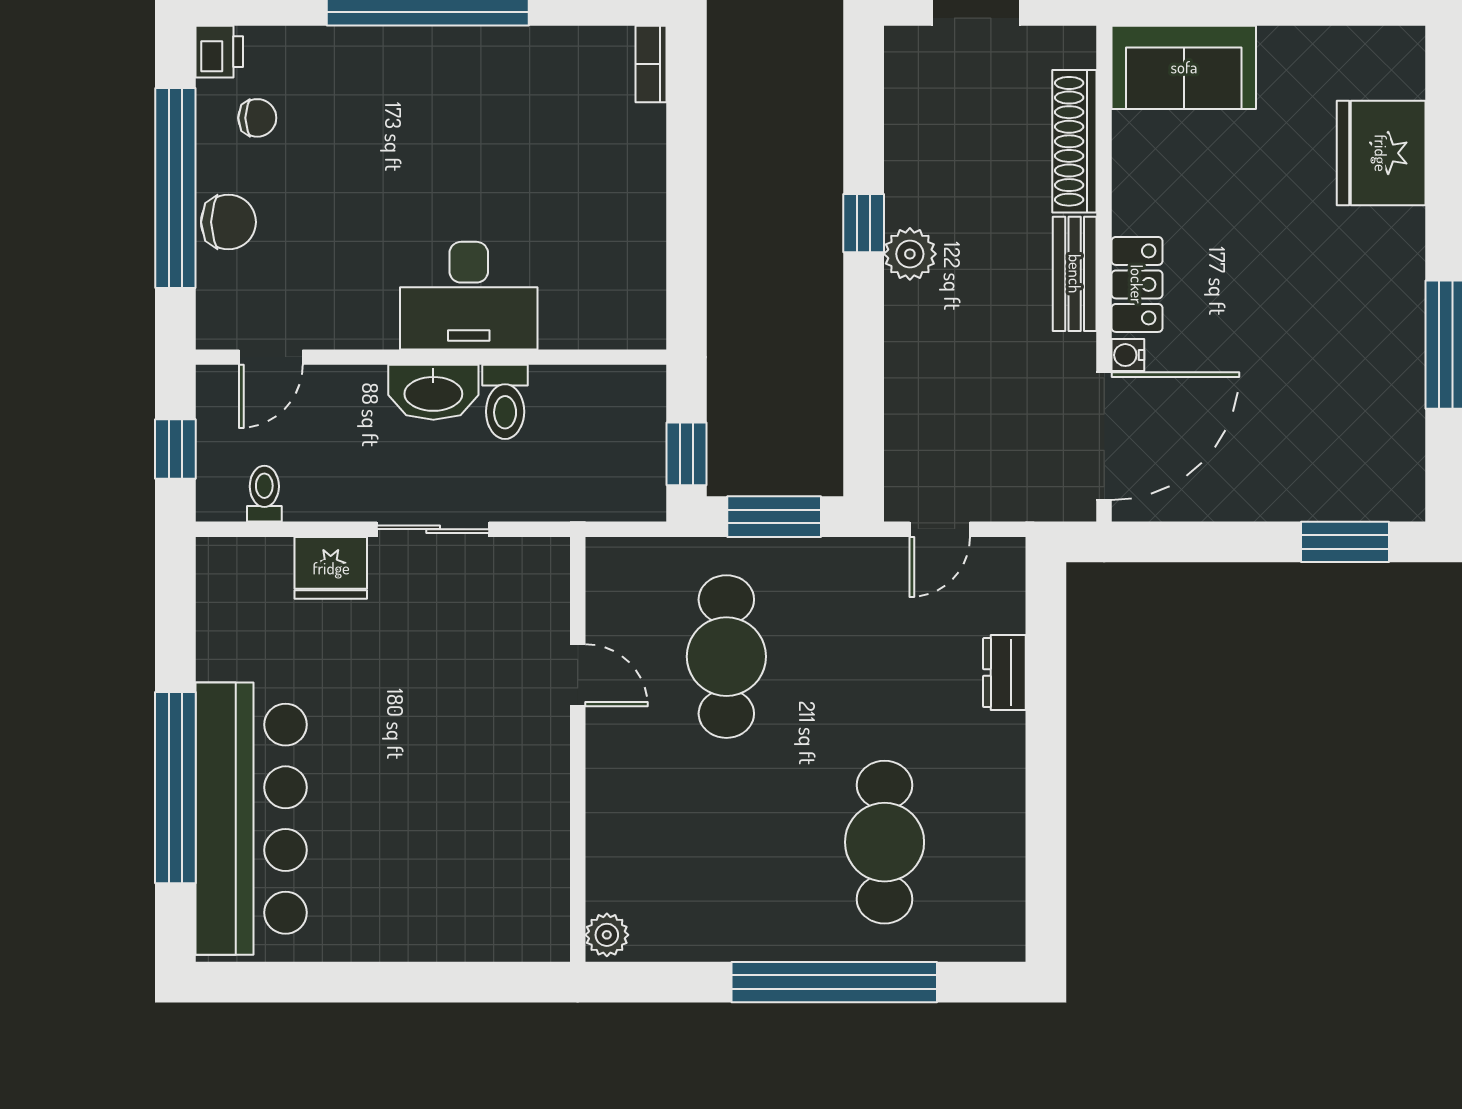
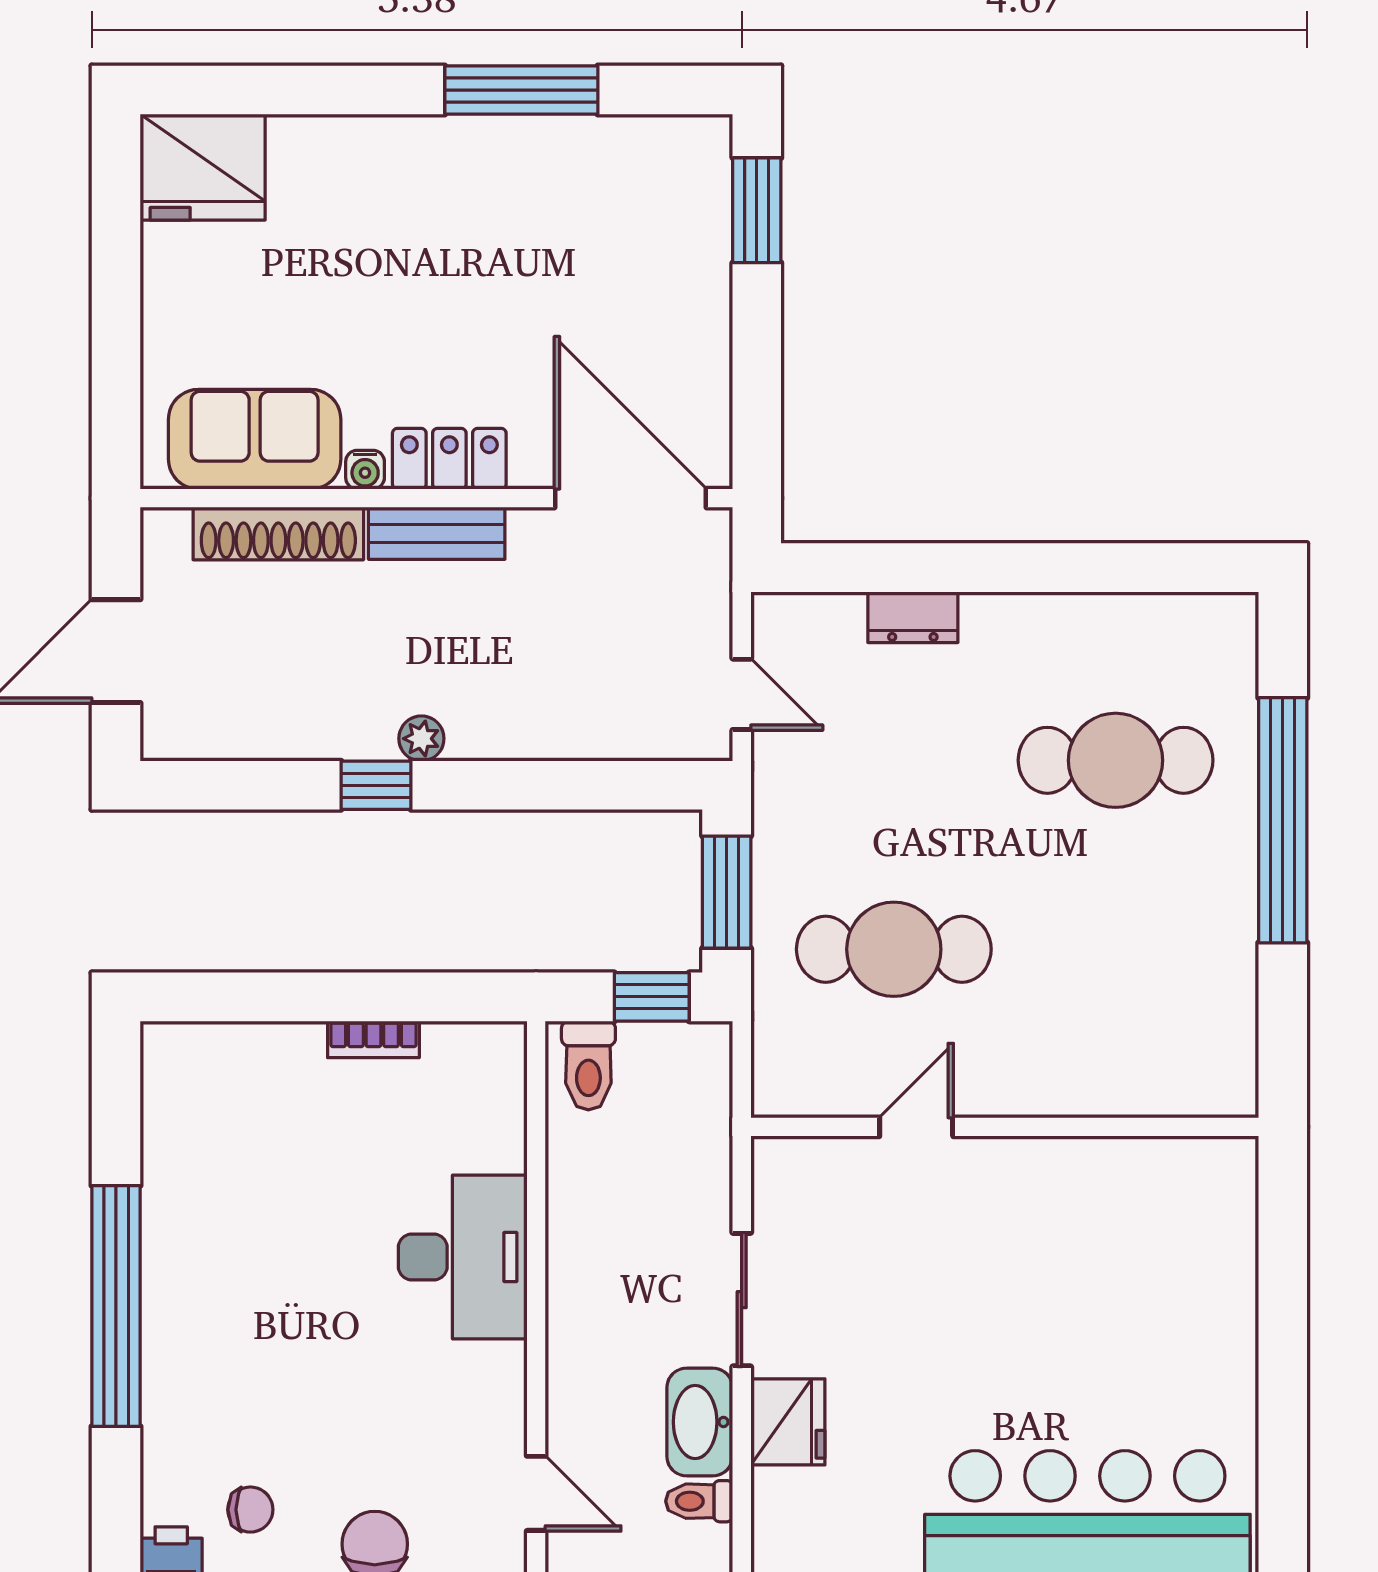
bookcase: (651, 64) -> (373, 1039), moved
sofa: (1184, 67) -> (255, 439), moved, turned -90
chair: (257, 118) -> (250, 1510), turned 90
fridge: (1381, 153) -> (203, 167), moved
plant: (910, 254) -> (421, 739), width x0.73, depth x0.73
water cooler: (1128, 355) -> (365, 470), moved
washbasin: (433, 392) -> (700, 1422), moved, turned 180
toilet: (505, 402) -> (588, 1065), moved, turned 90
plant: (607, 935) -> (1226, 1092), removed

